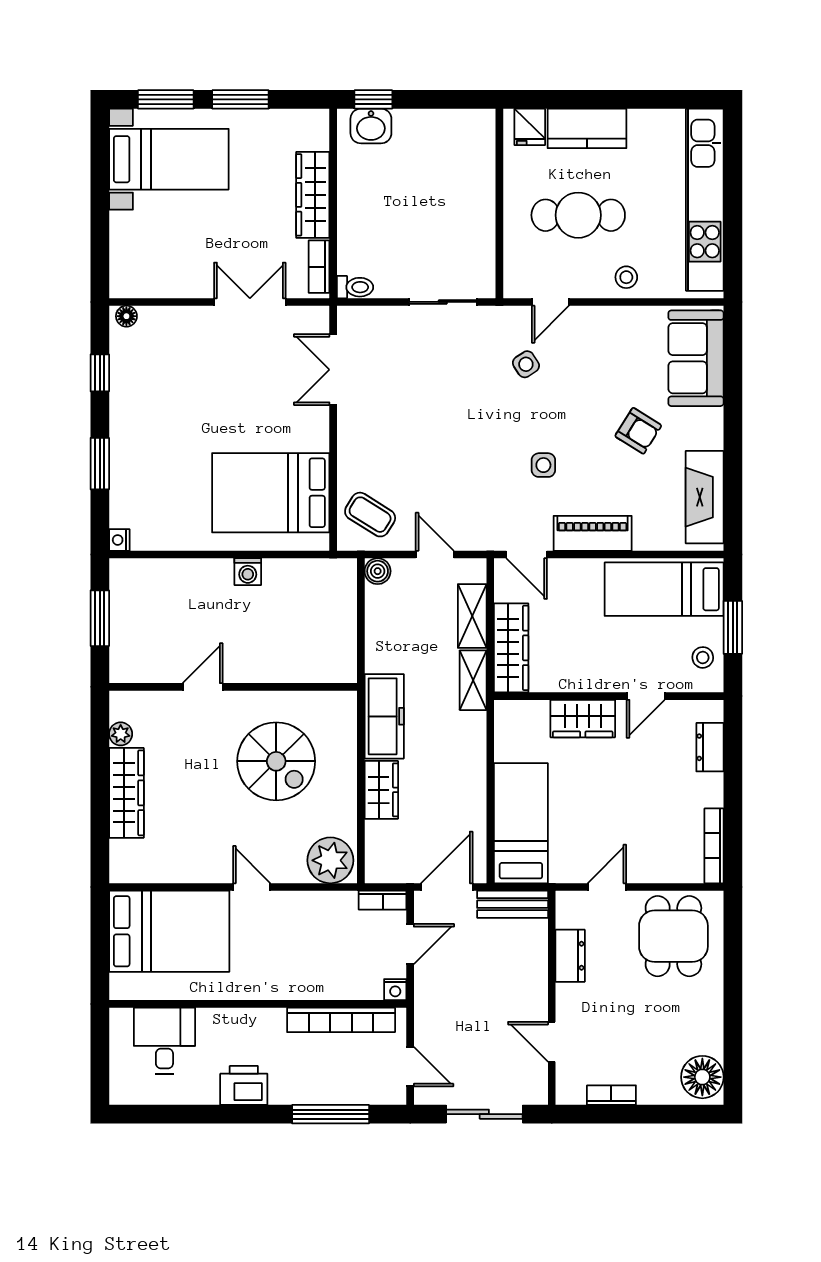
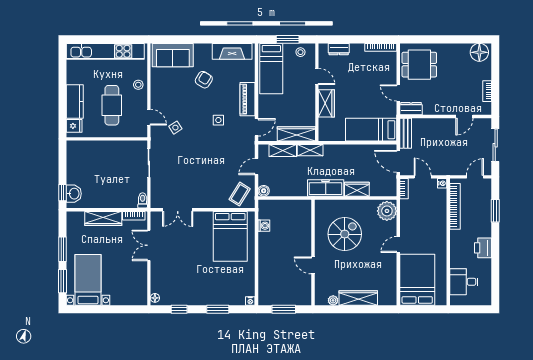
washing machine: (248, 572) -> (264, 226), moved
dresser: (570, 956) -> (411, 109), moved
window: (331, 1114) -> (495, 211), width x0.69

